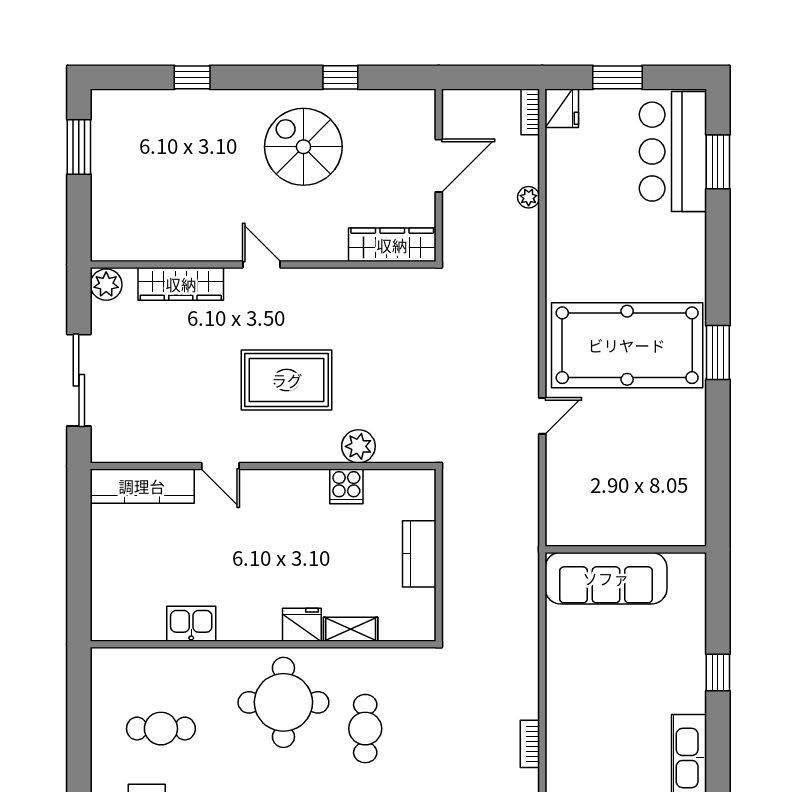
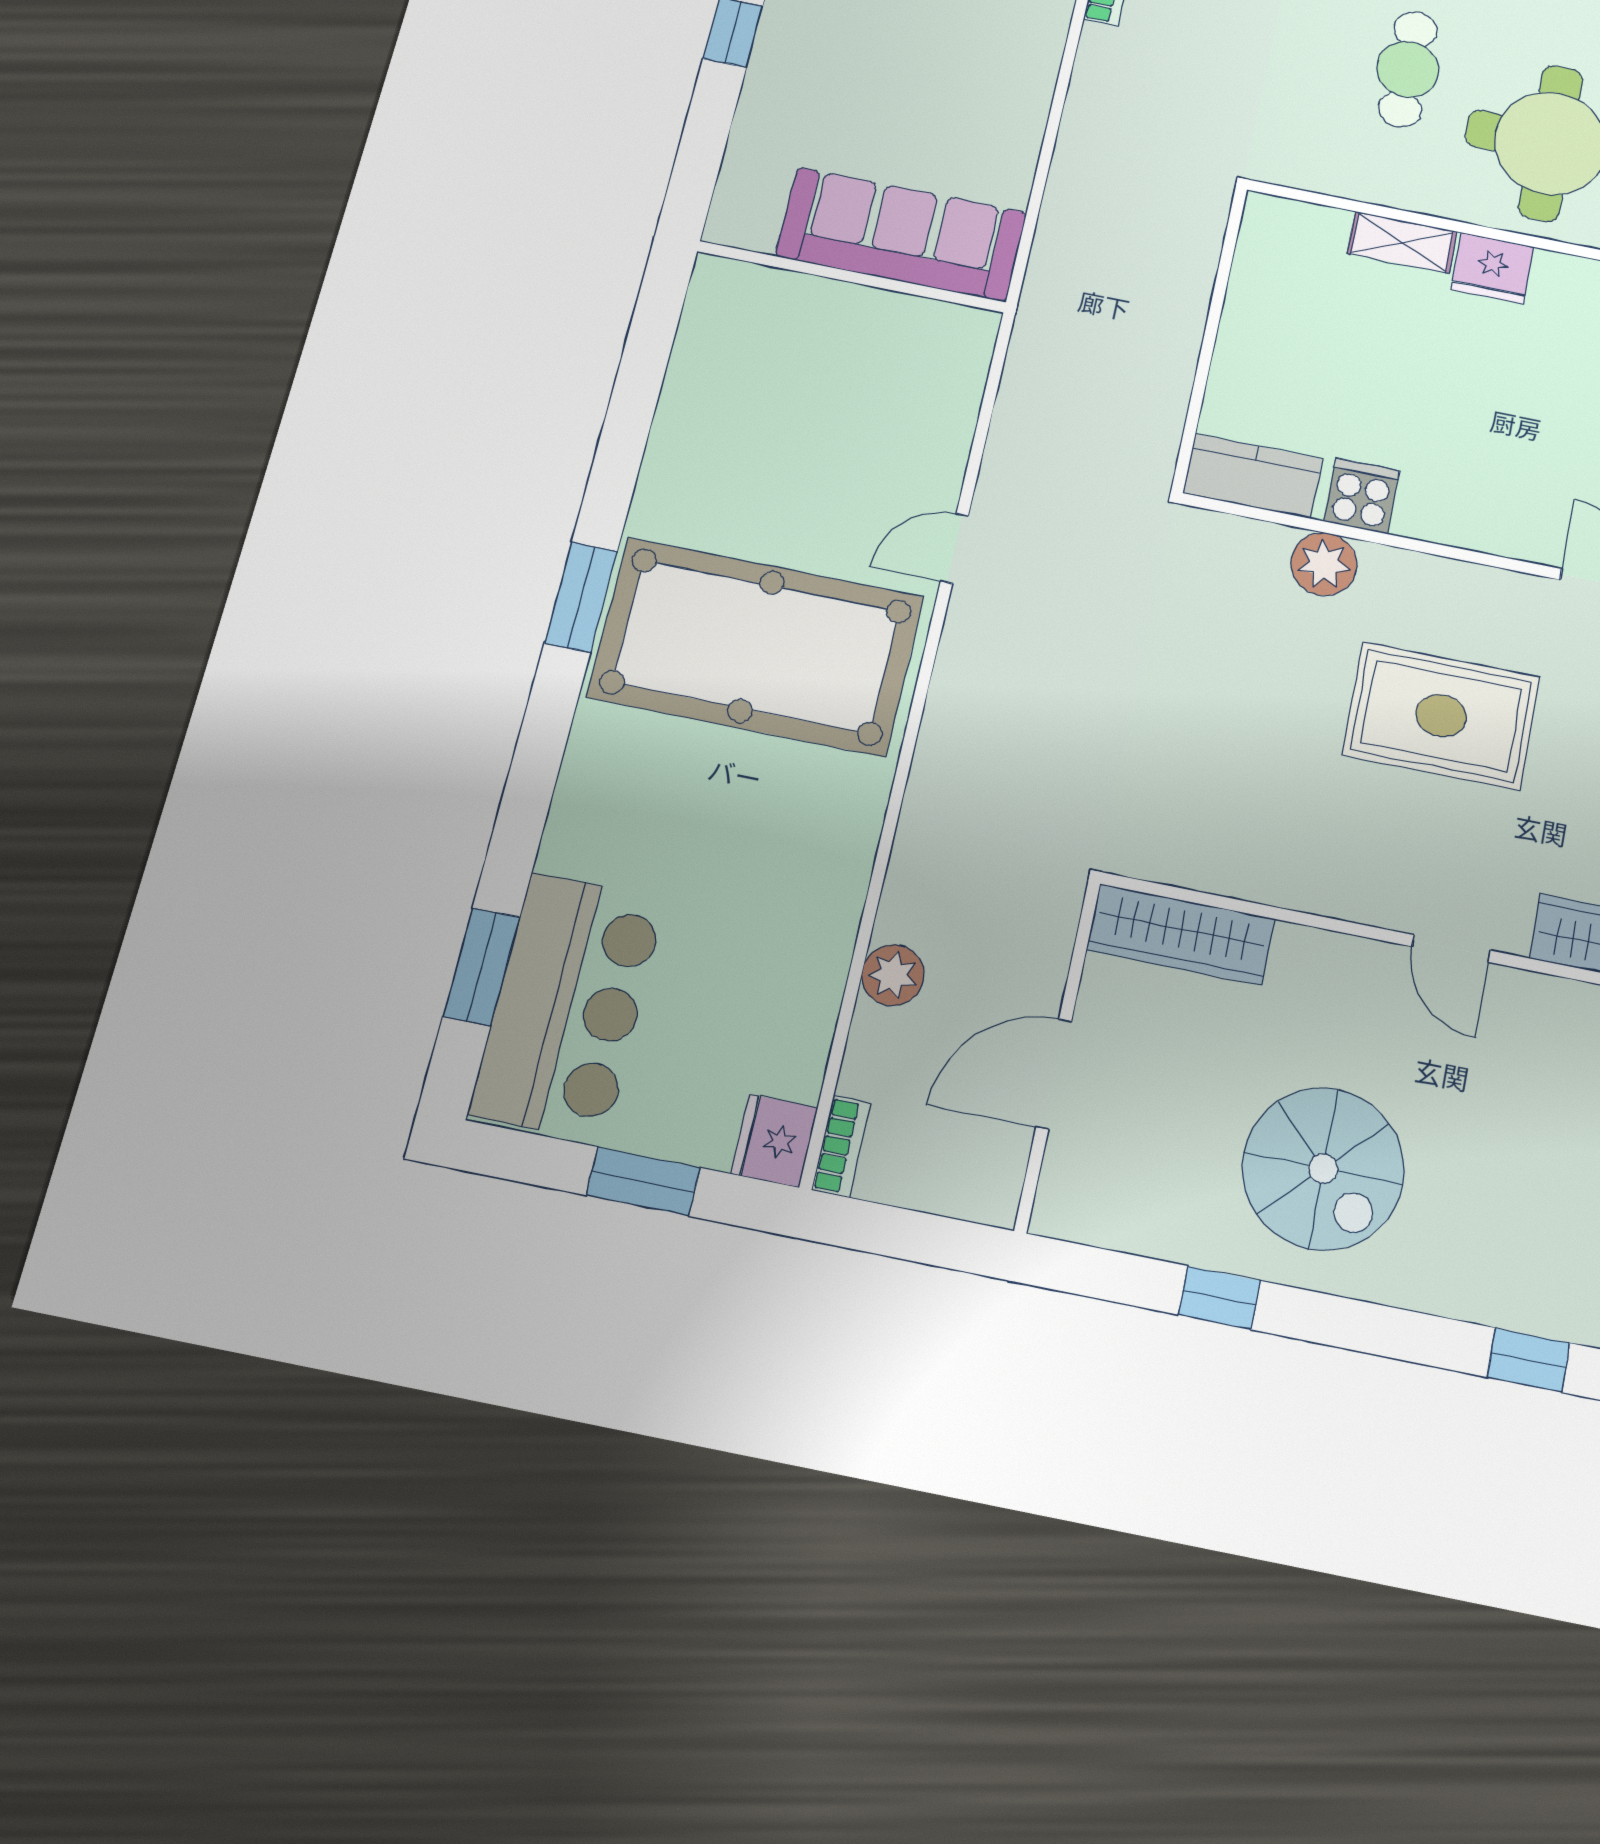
plant: (529, 197) -> (893, 975), width x1.38, depth x1.38
kitchen counter: (419, 554) -> (1253, 476), moved, turned -90

